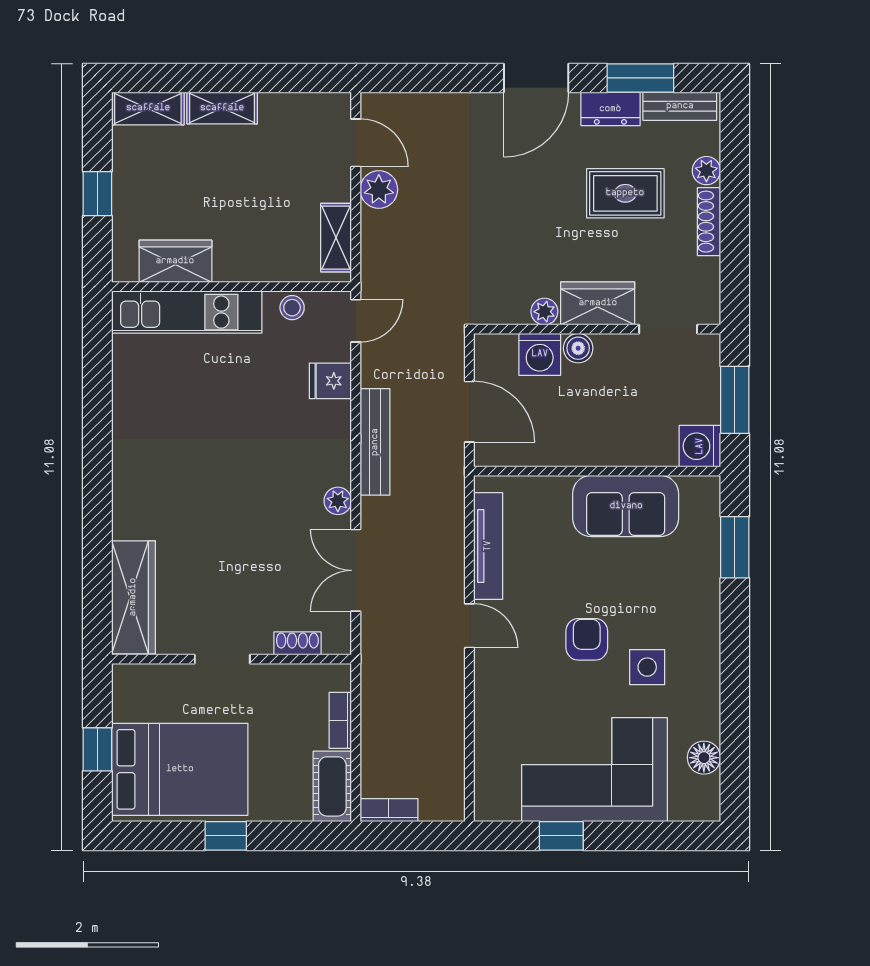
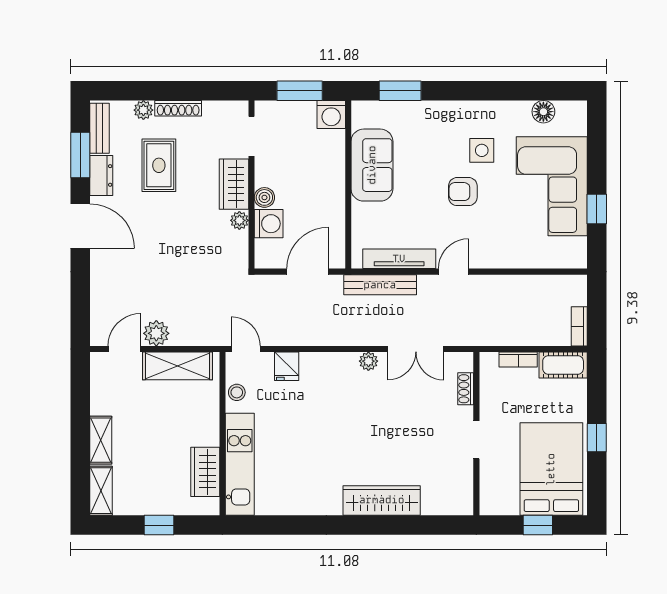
shelving: (336, 238) -> (177, 366), width x1.50, depth x1.33
bench: (375, 442) -> (380, 285), moved
wardrobe: (133, 597) -> (382, 500), moved

